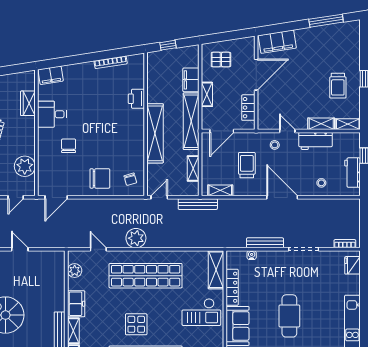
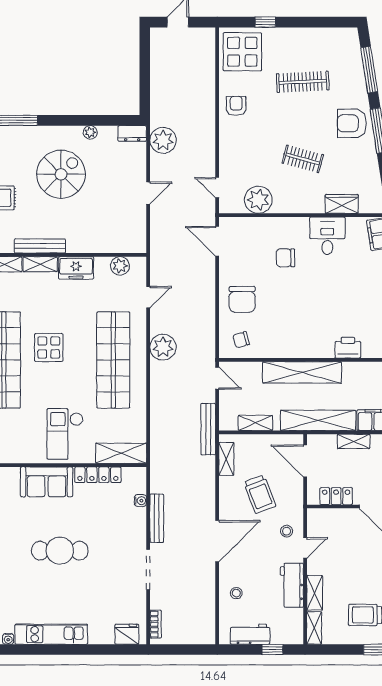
chair: (69, 146) -> (285, 258), turned 180
trolley: (247, 165) -> (260, 494), turned 69

